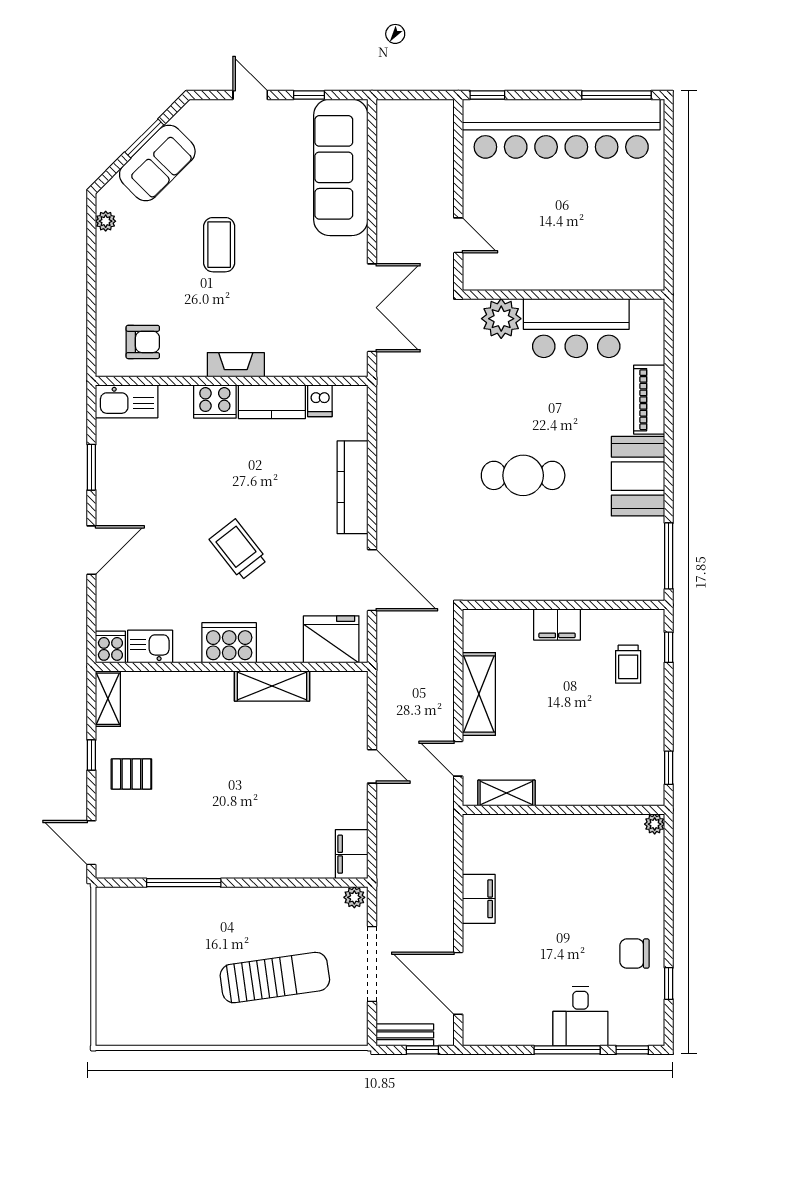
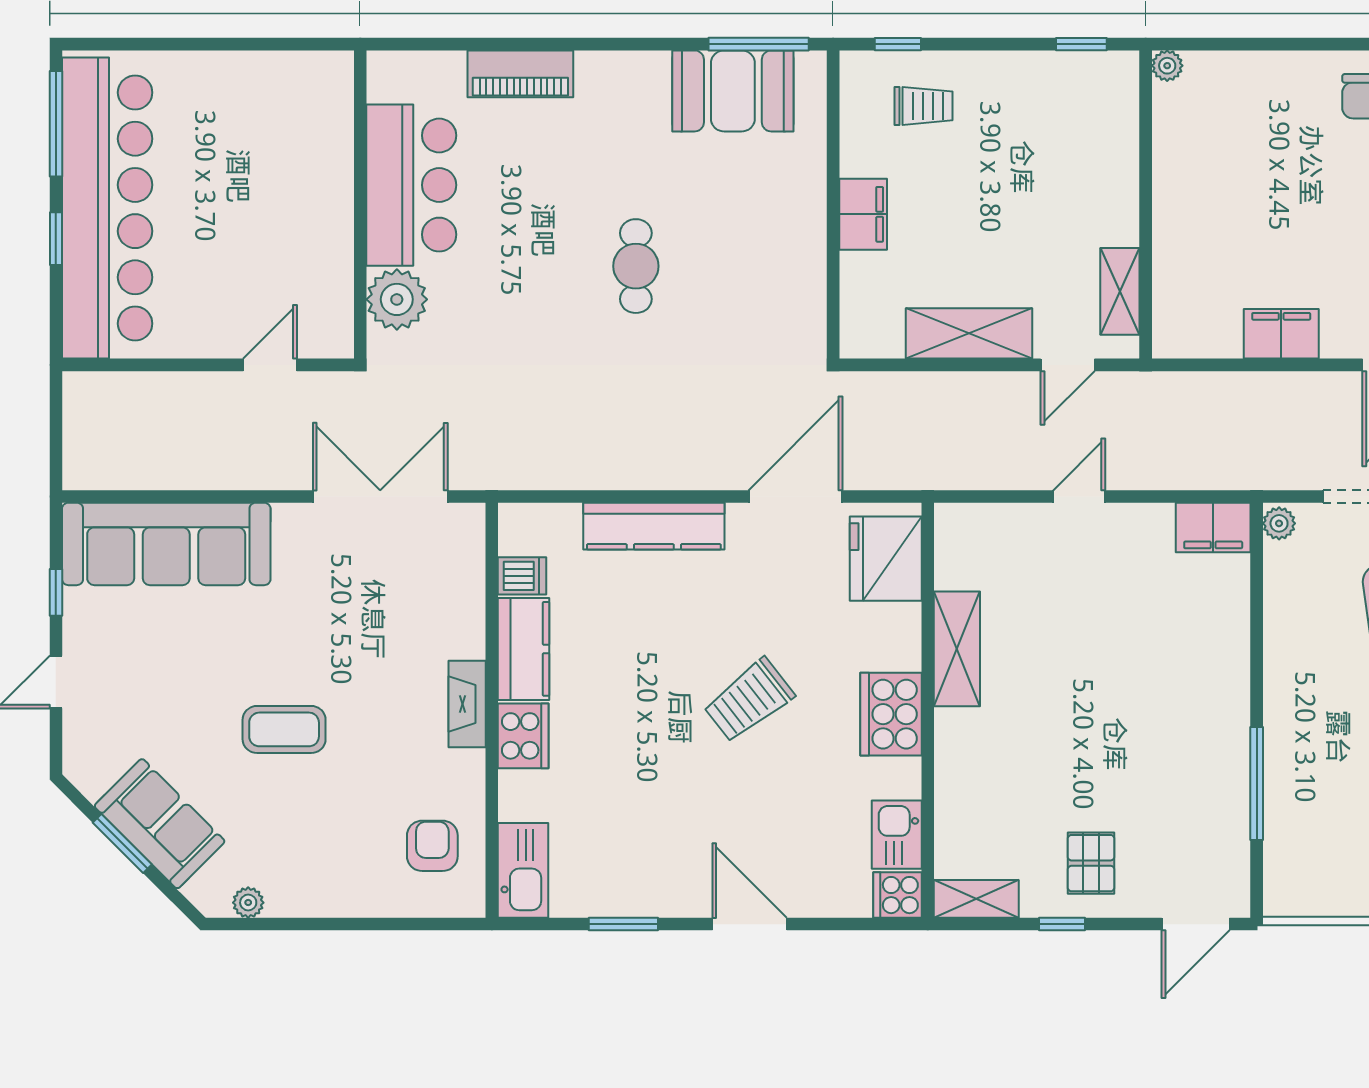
window: (487, 95) -> (56, 239), moved
cafe table: (523, 475) -> (636, 266), width x0.73, depth x0.74
booth: (638, 476) -> (733, 91), moved

